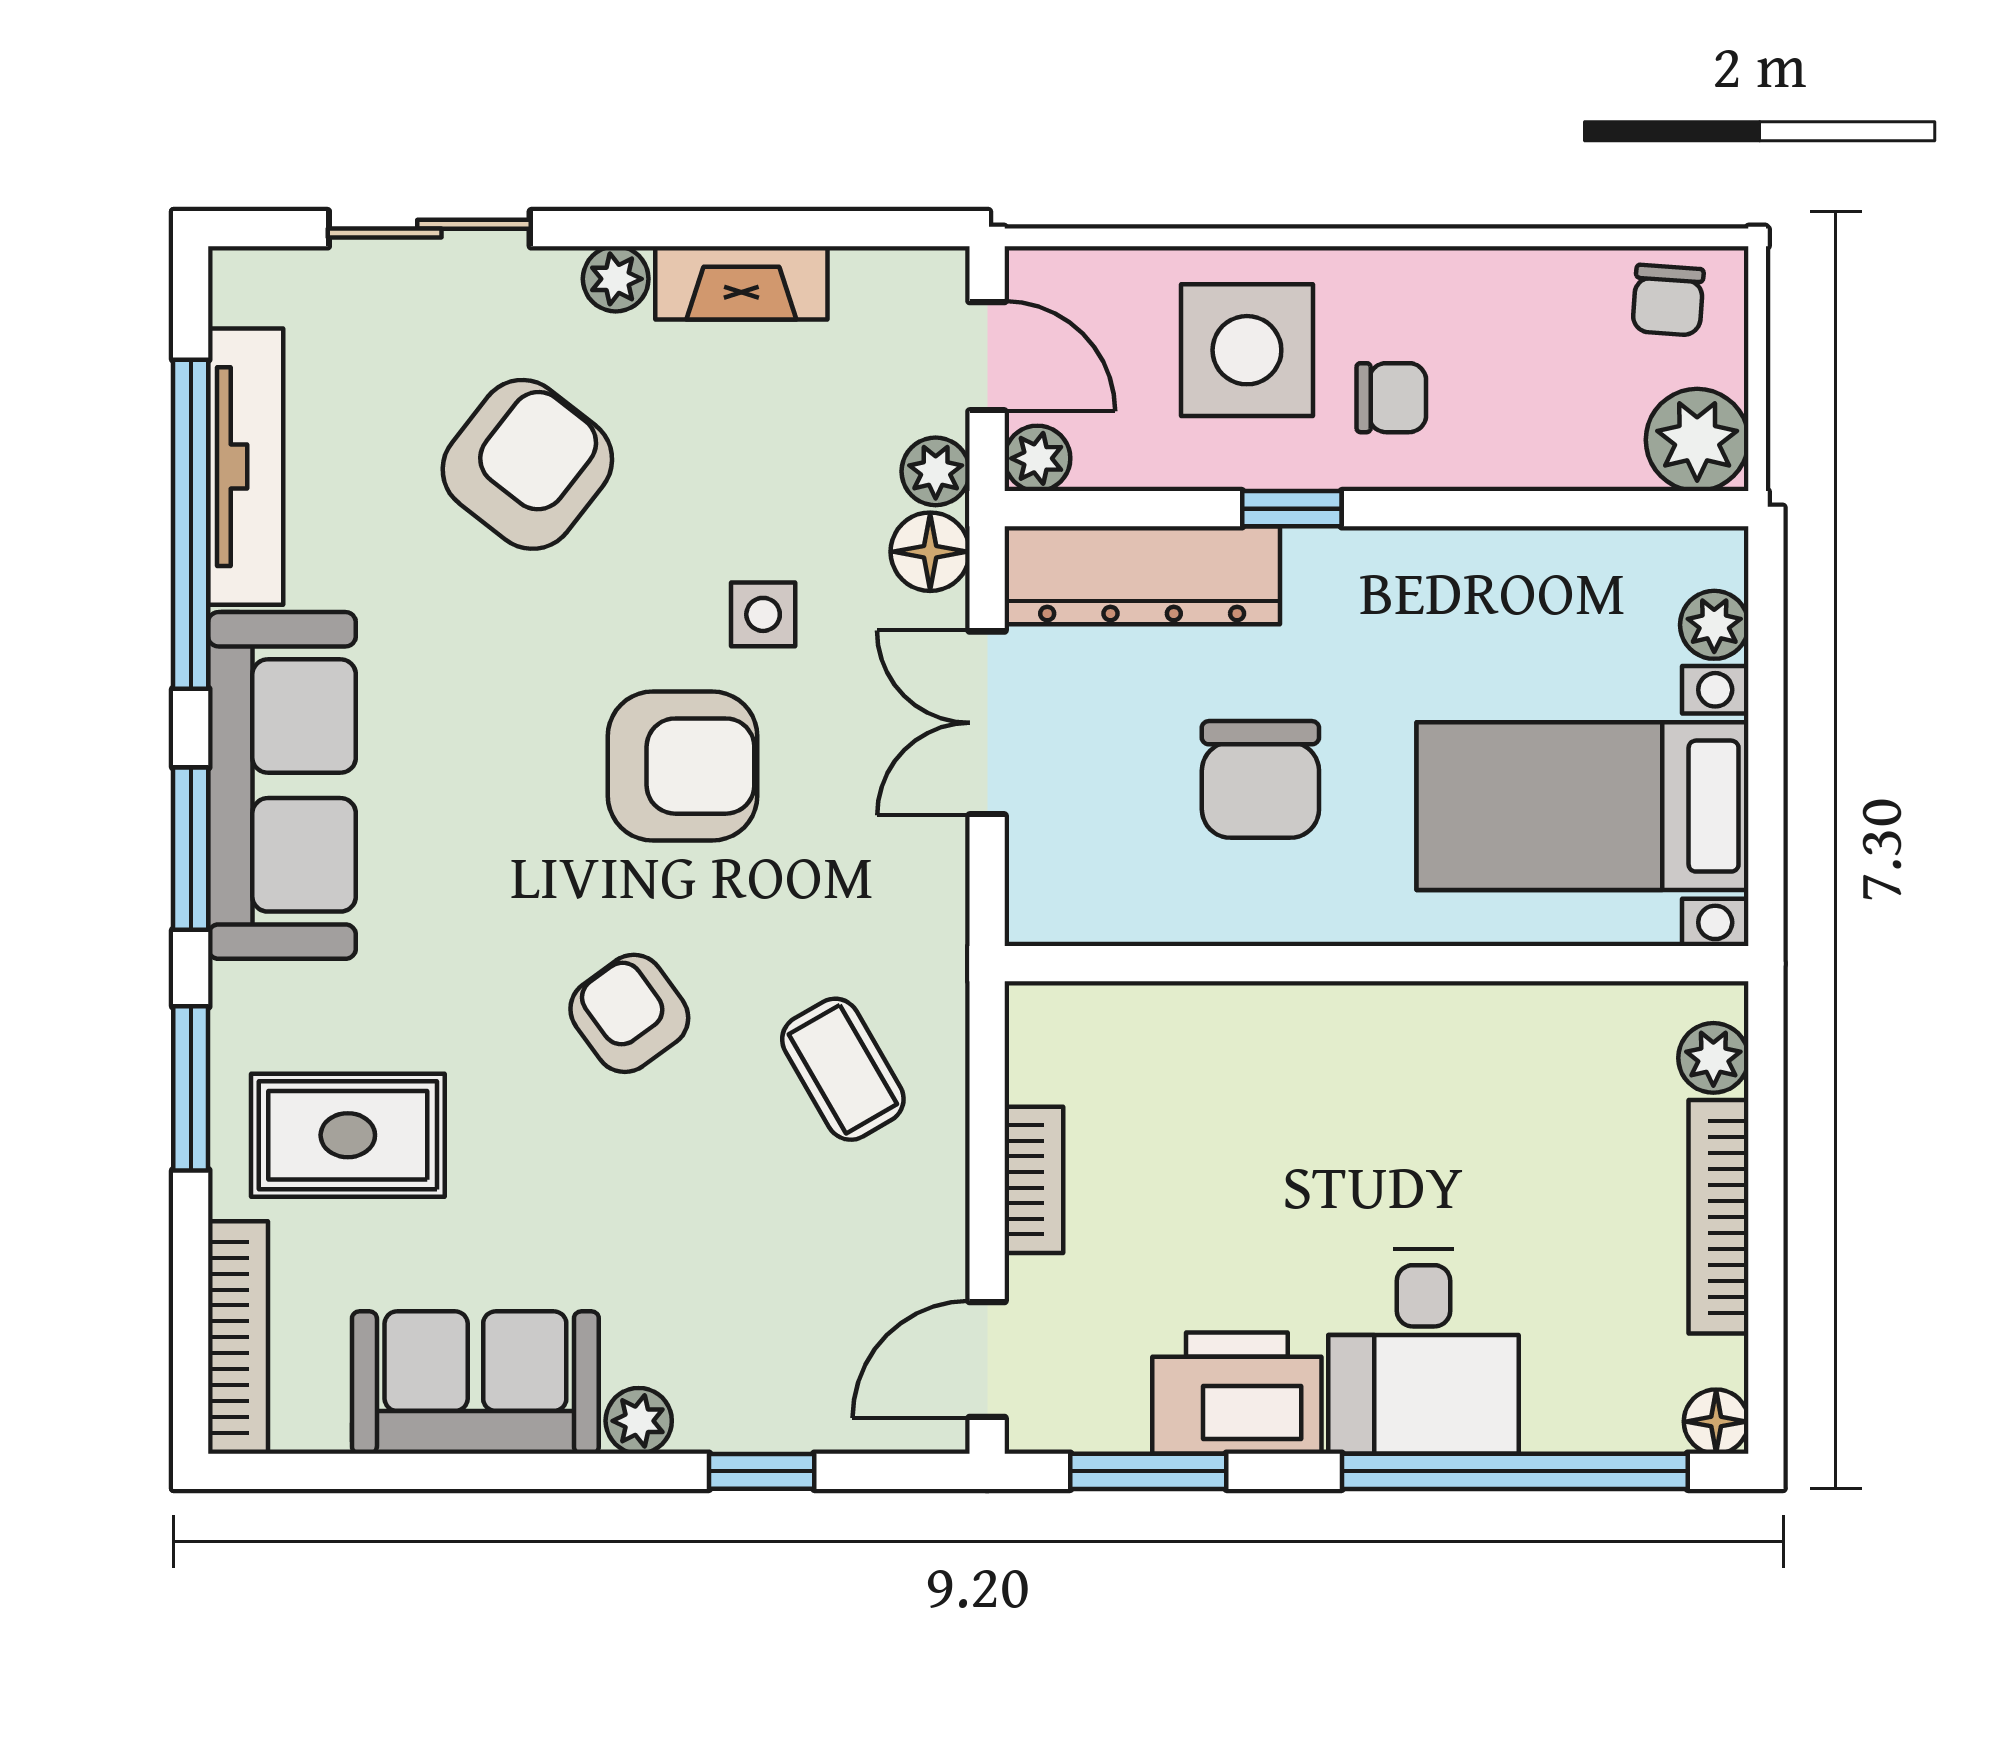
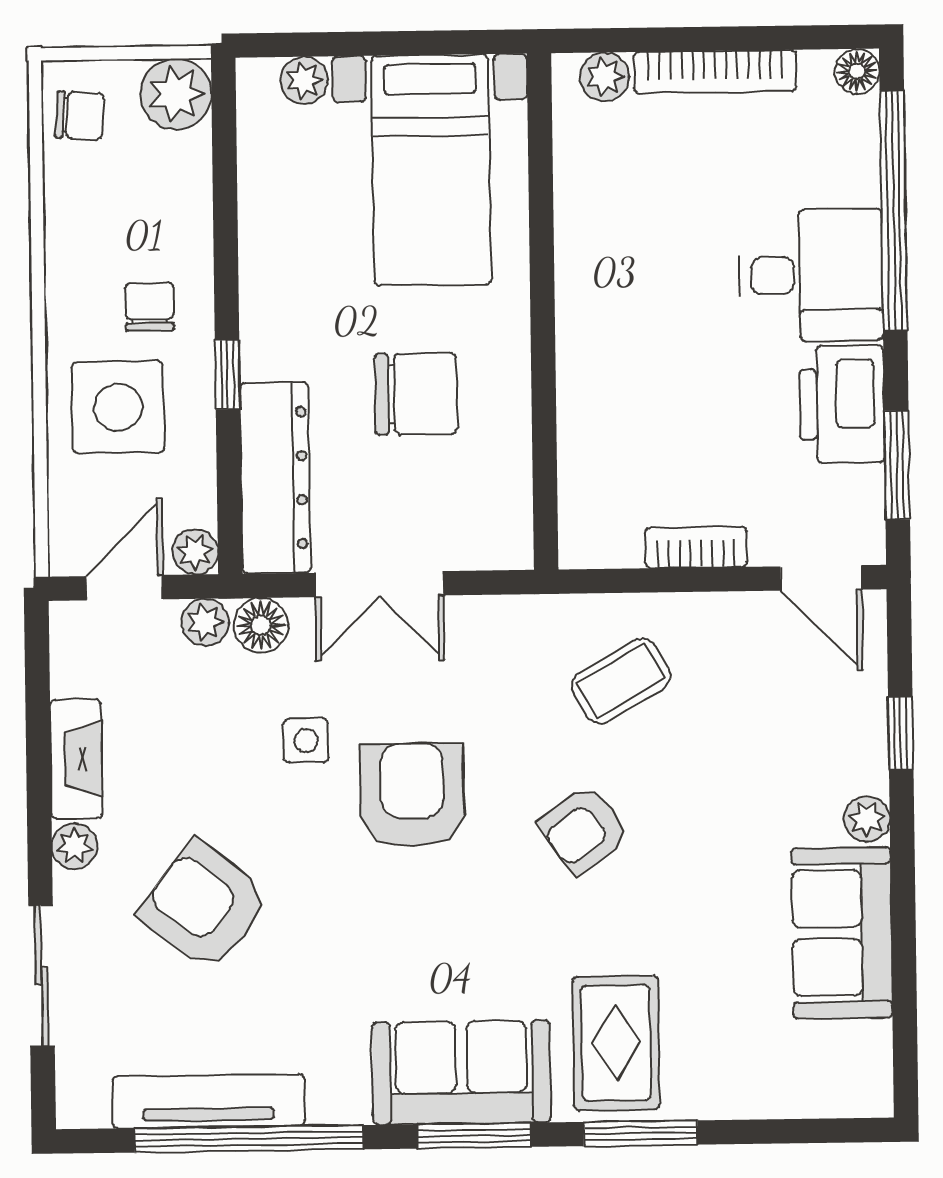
sofa: (282, 785) -> (461, 1072), width x0.73
rug: (348, 1135) -> (616, 1043), moved
bookcase: (238, 1337) -> (813, 1098), removed

